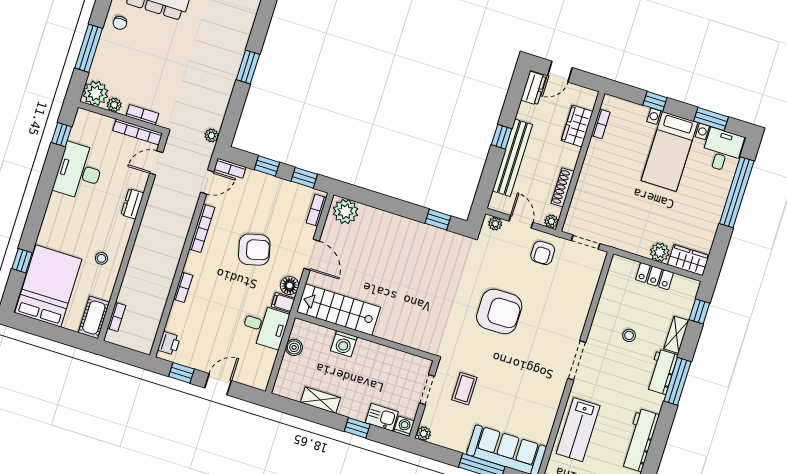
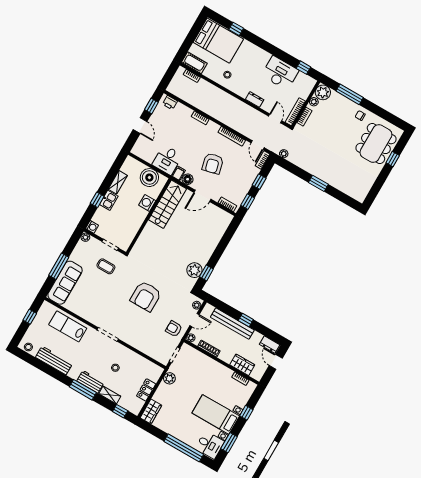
plant: (345, 211) -> (194, 270), moved
plant: (660, 252) -> (169, 378), moved
boiler: (294, 347) -> (149, 178), width x1.86, depth x1.86
kitchen sink: (382, 417) -> (109, 200), moved

